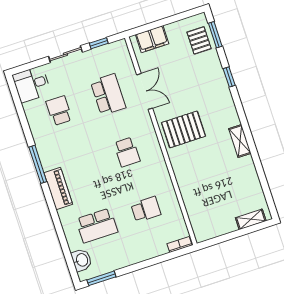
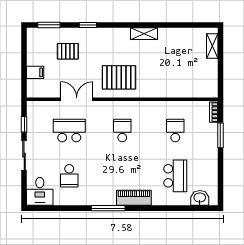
filing cabinet: (152, 39) -> (35, 72), width x0.50
pallet: (199, 40) -> (68, 51), moved
school desk: (59, 111) -> (69, 176), turned -90
pallet: (183, 129) -> (119, 77), turned 90
school desk: (127, 152) -> (122, 131), turned -90
window: (101, 278) -> (220, 135), moved

